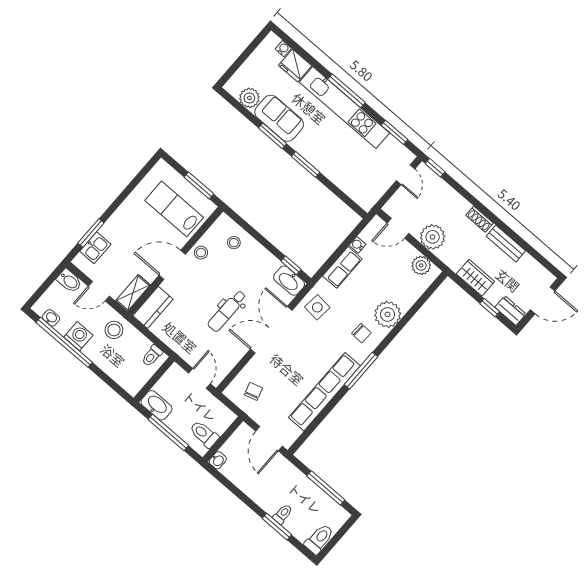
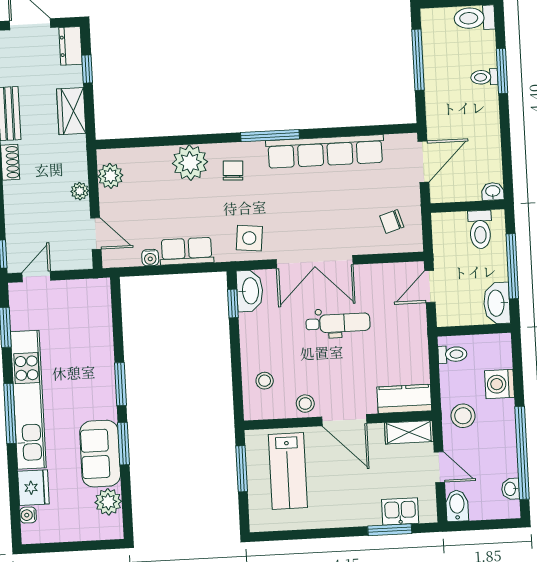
plant: (433, 237) -> (80, 191), width x0.53, depth x0.53
washing machine: (78, 336) -> (499, 384), moved

